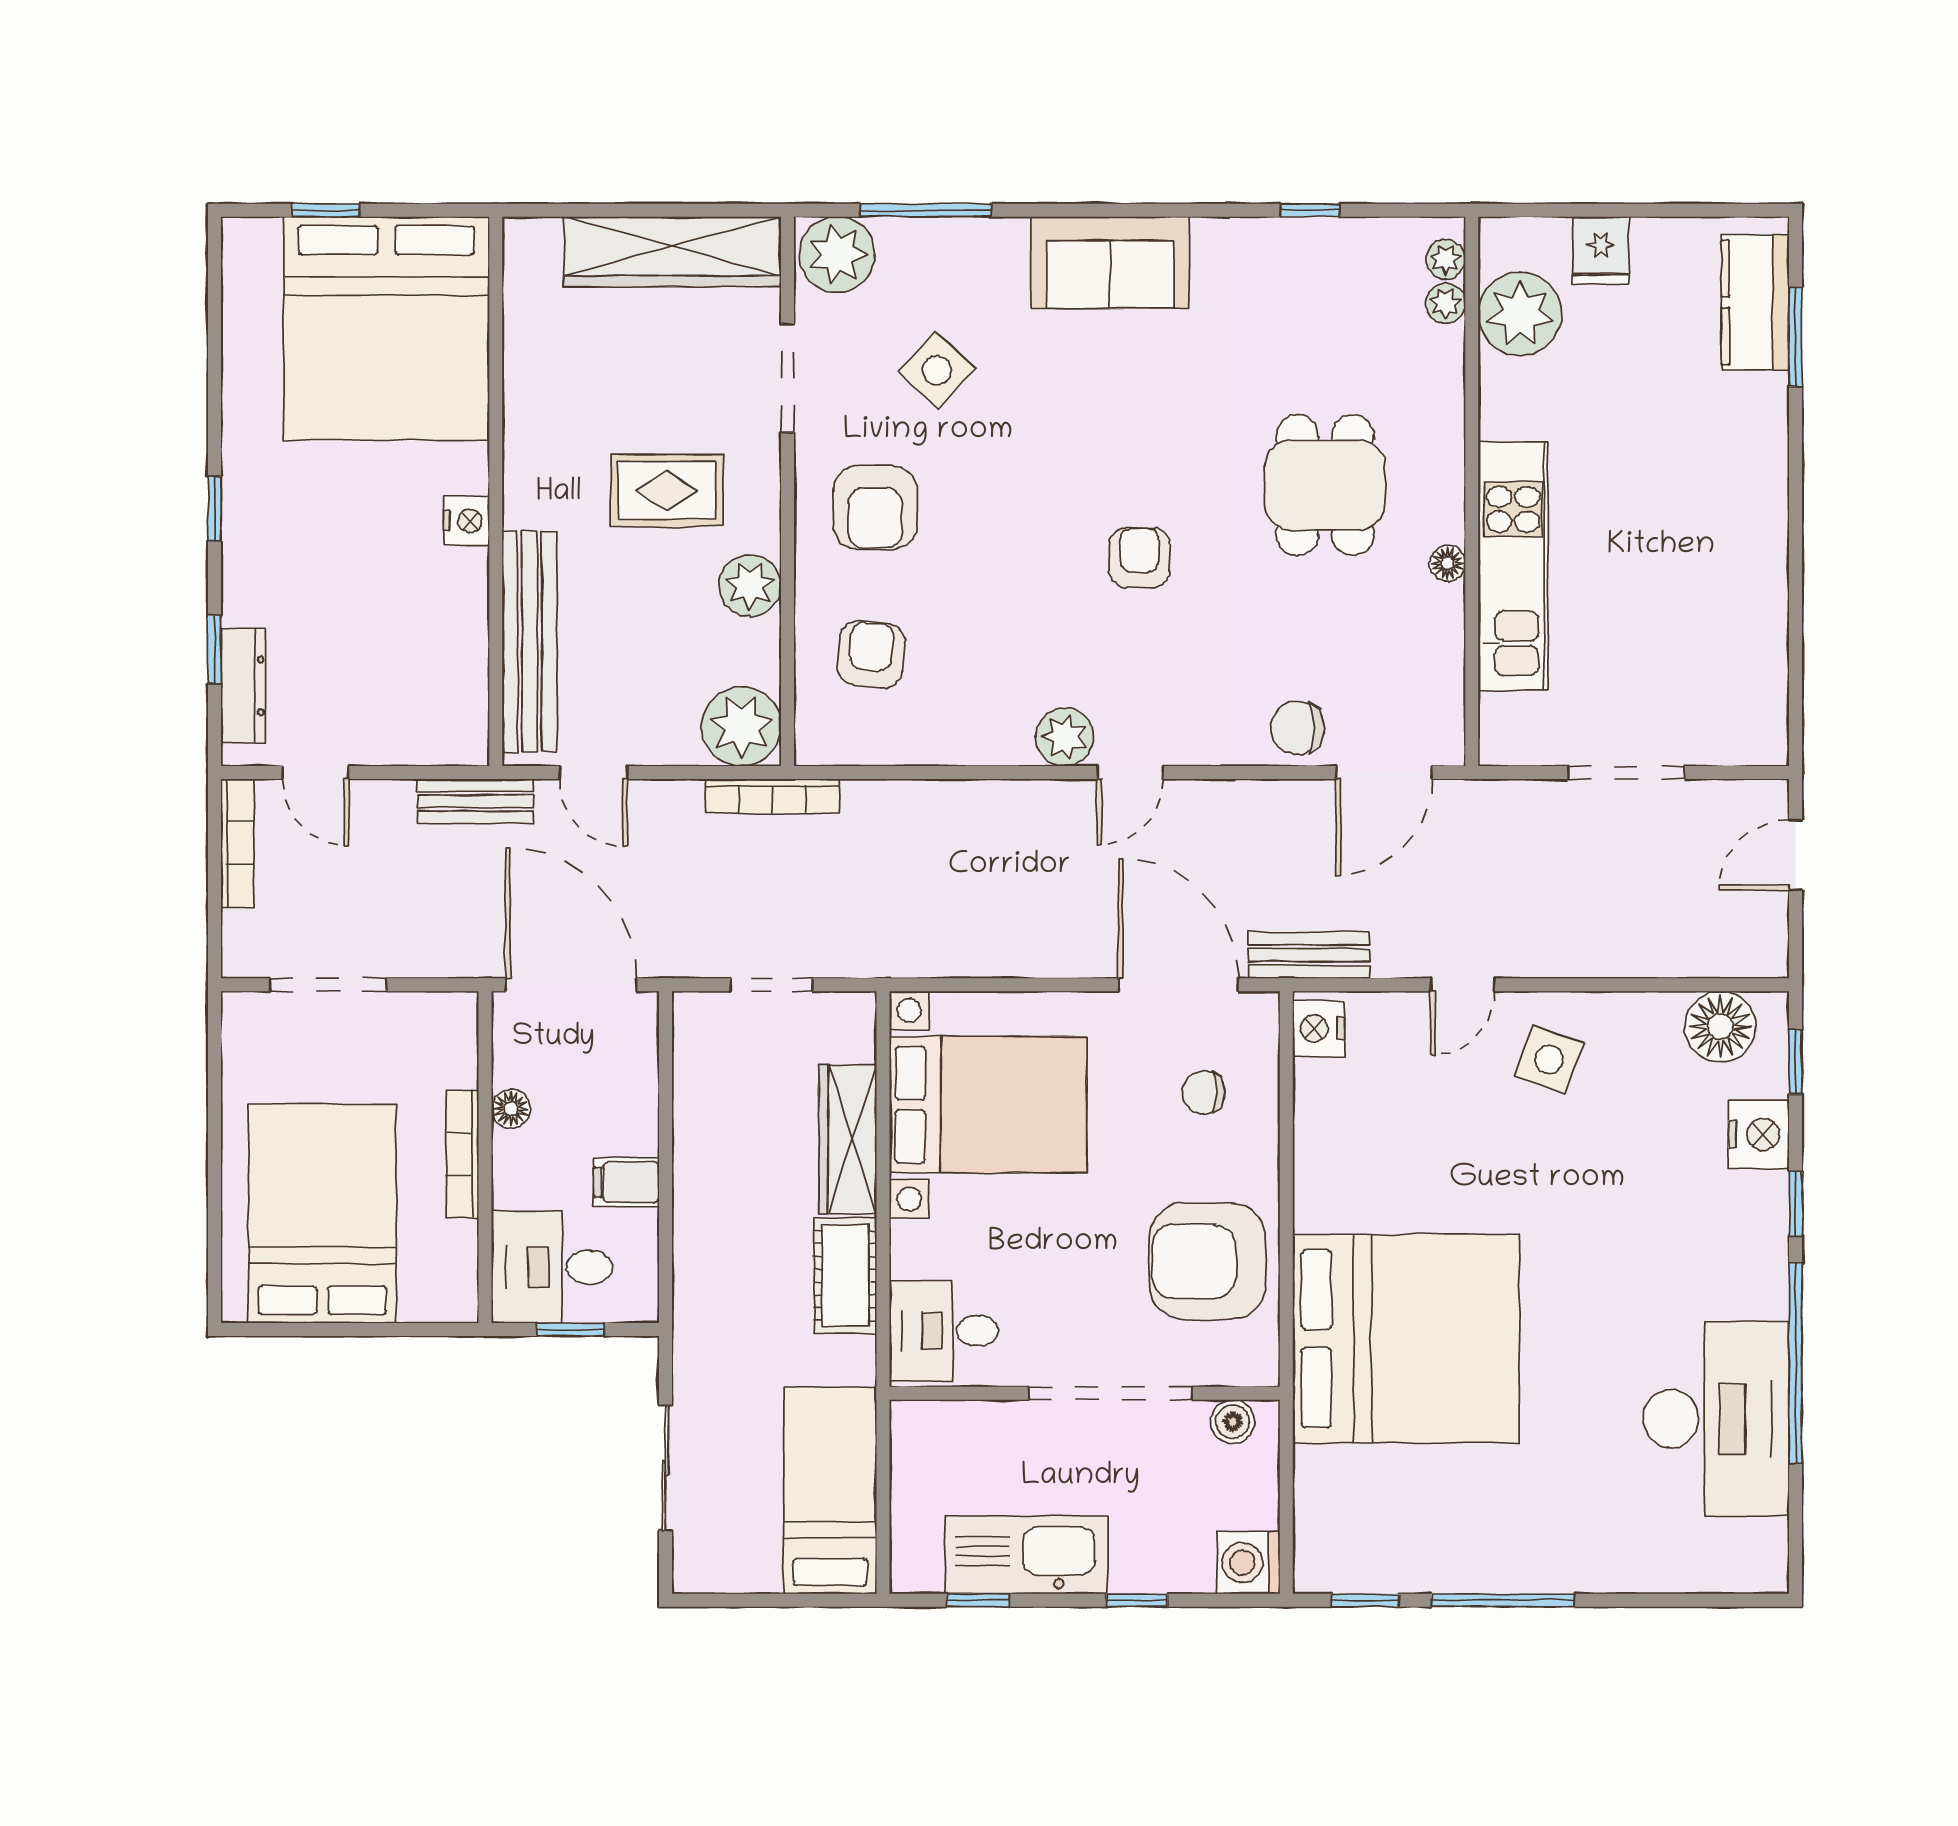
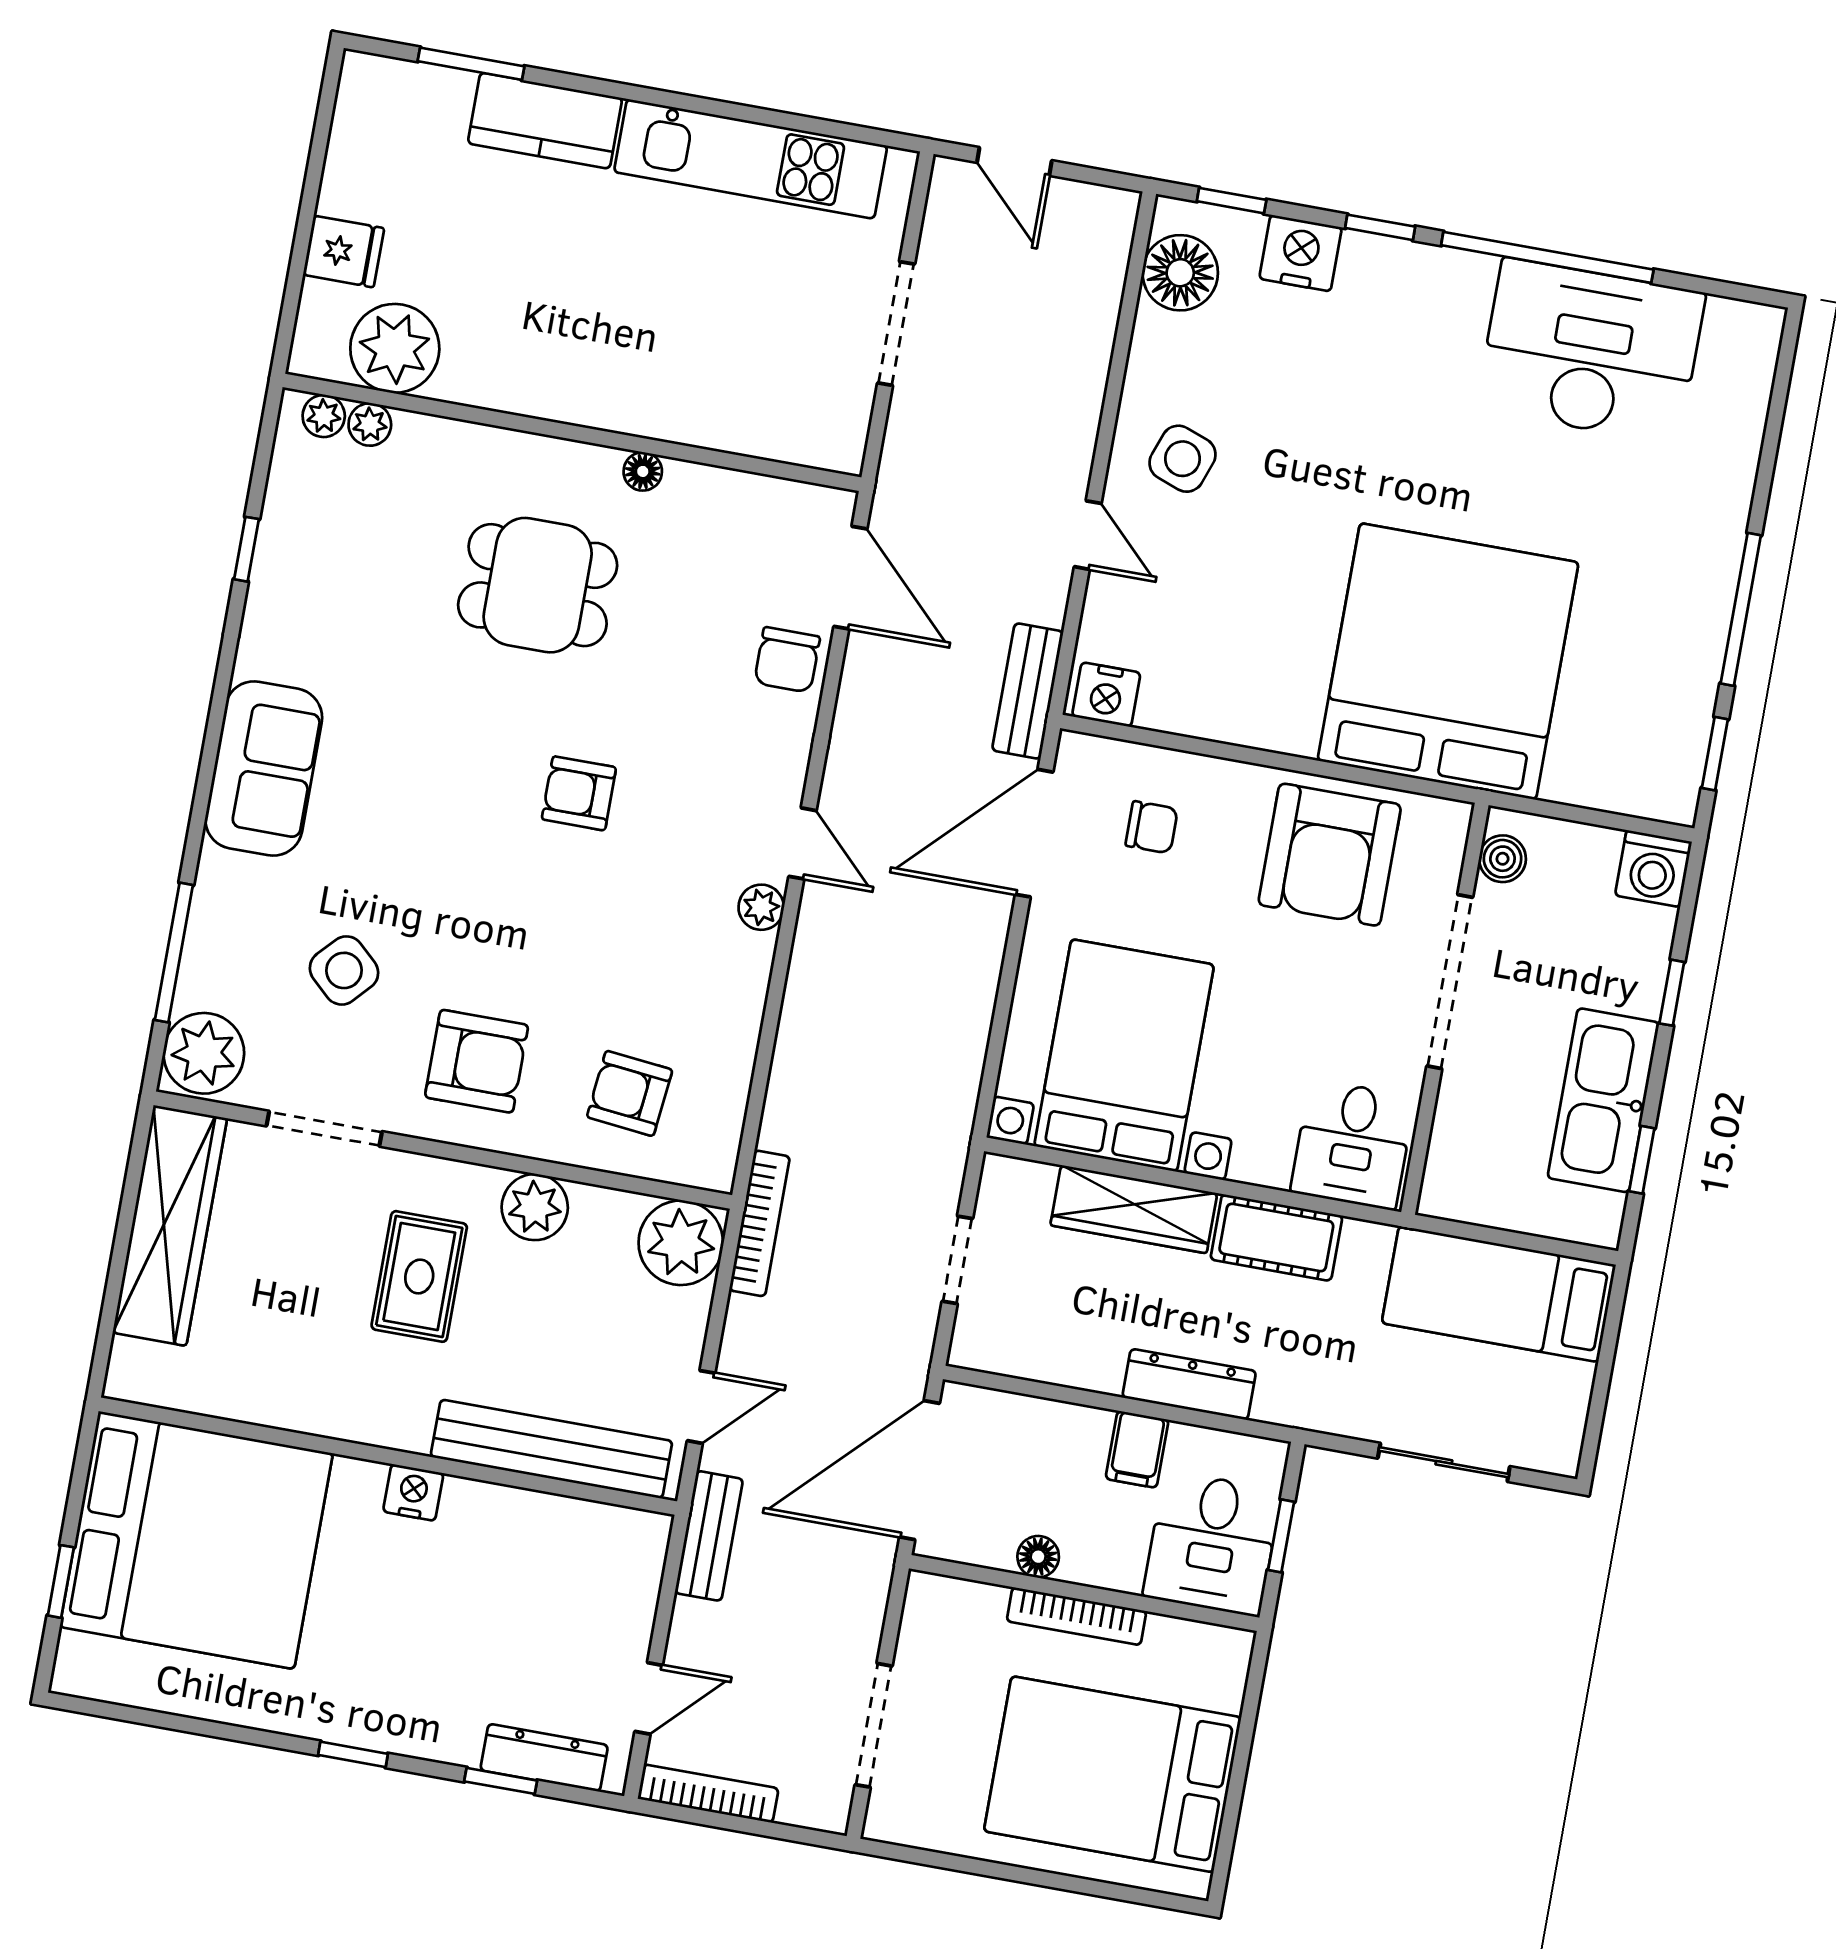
kitchen counter: (1755, 302) -> (545, 121), moved
kitchen unit: (1513, 566) -> (751, 159), moved, turned 180
plant: (1065, 737) -> (761, 907), width x0.73, depth x0.73
chair: (1203, 1092) -> (1152, 827), turned -90
dresser: (695, 1220) -> (1189, 1384), added

